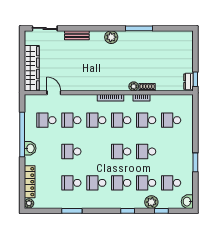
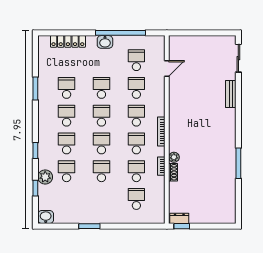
plant: (111, 37) -> (229, 132), removed
wardrobe: (32, 68) -> (194, 44), removed
school desk: (171, 183) -> (101, 116), moved
plant: (29, 203) -> (44, 41), removed

